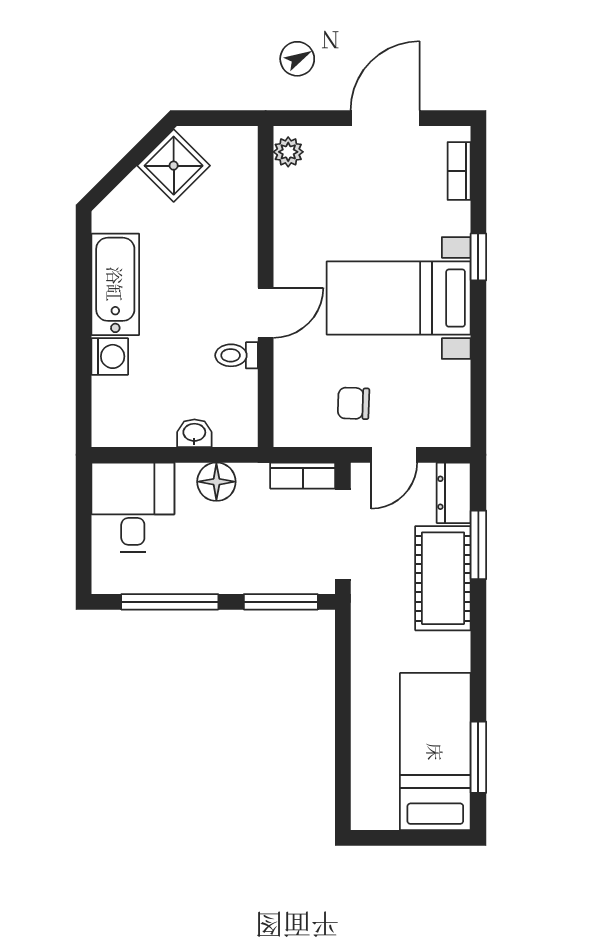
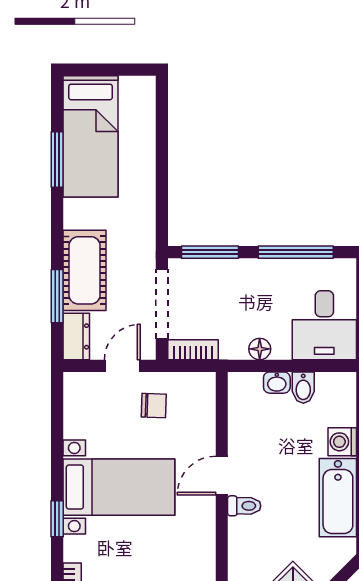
toilet: (237, 355) -> (244, 506), moved
bidet: (160, 427) -> (303, 388), added
floor lamp: (216, 482) -> (260, 349), width x0.73, depth x0.73
window: (478, 757) -> (57, 159), moved

